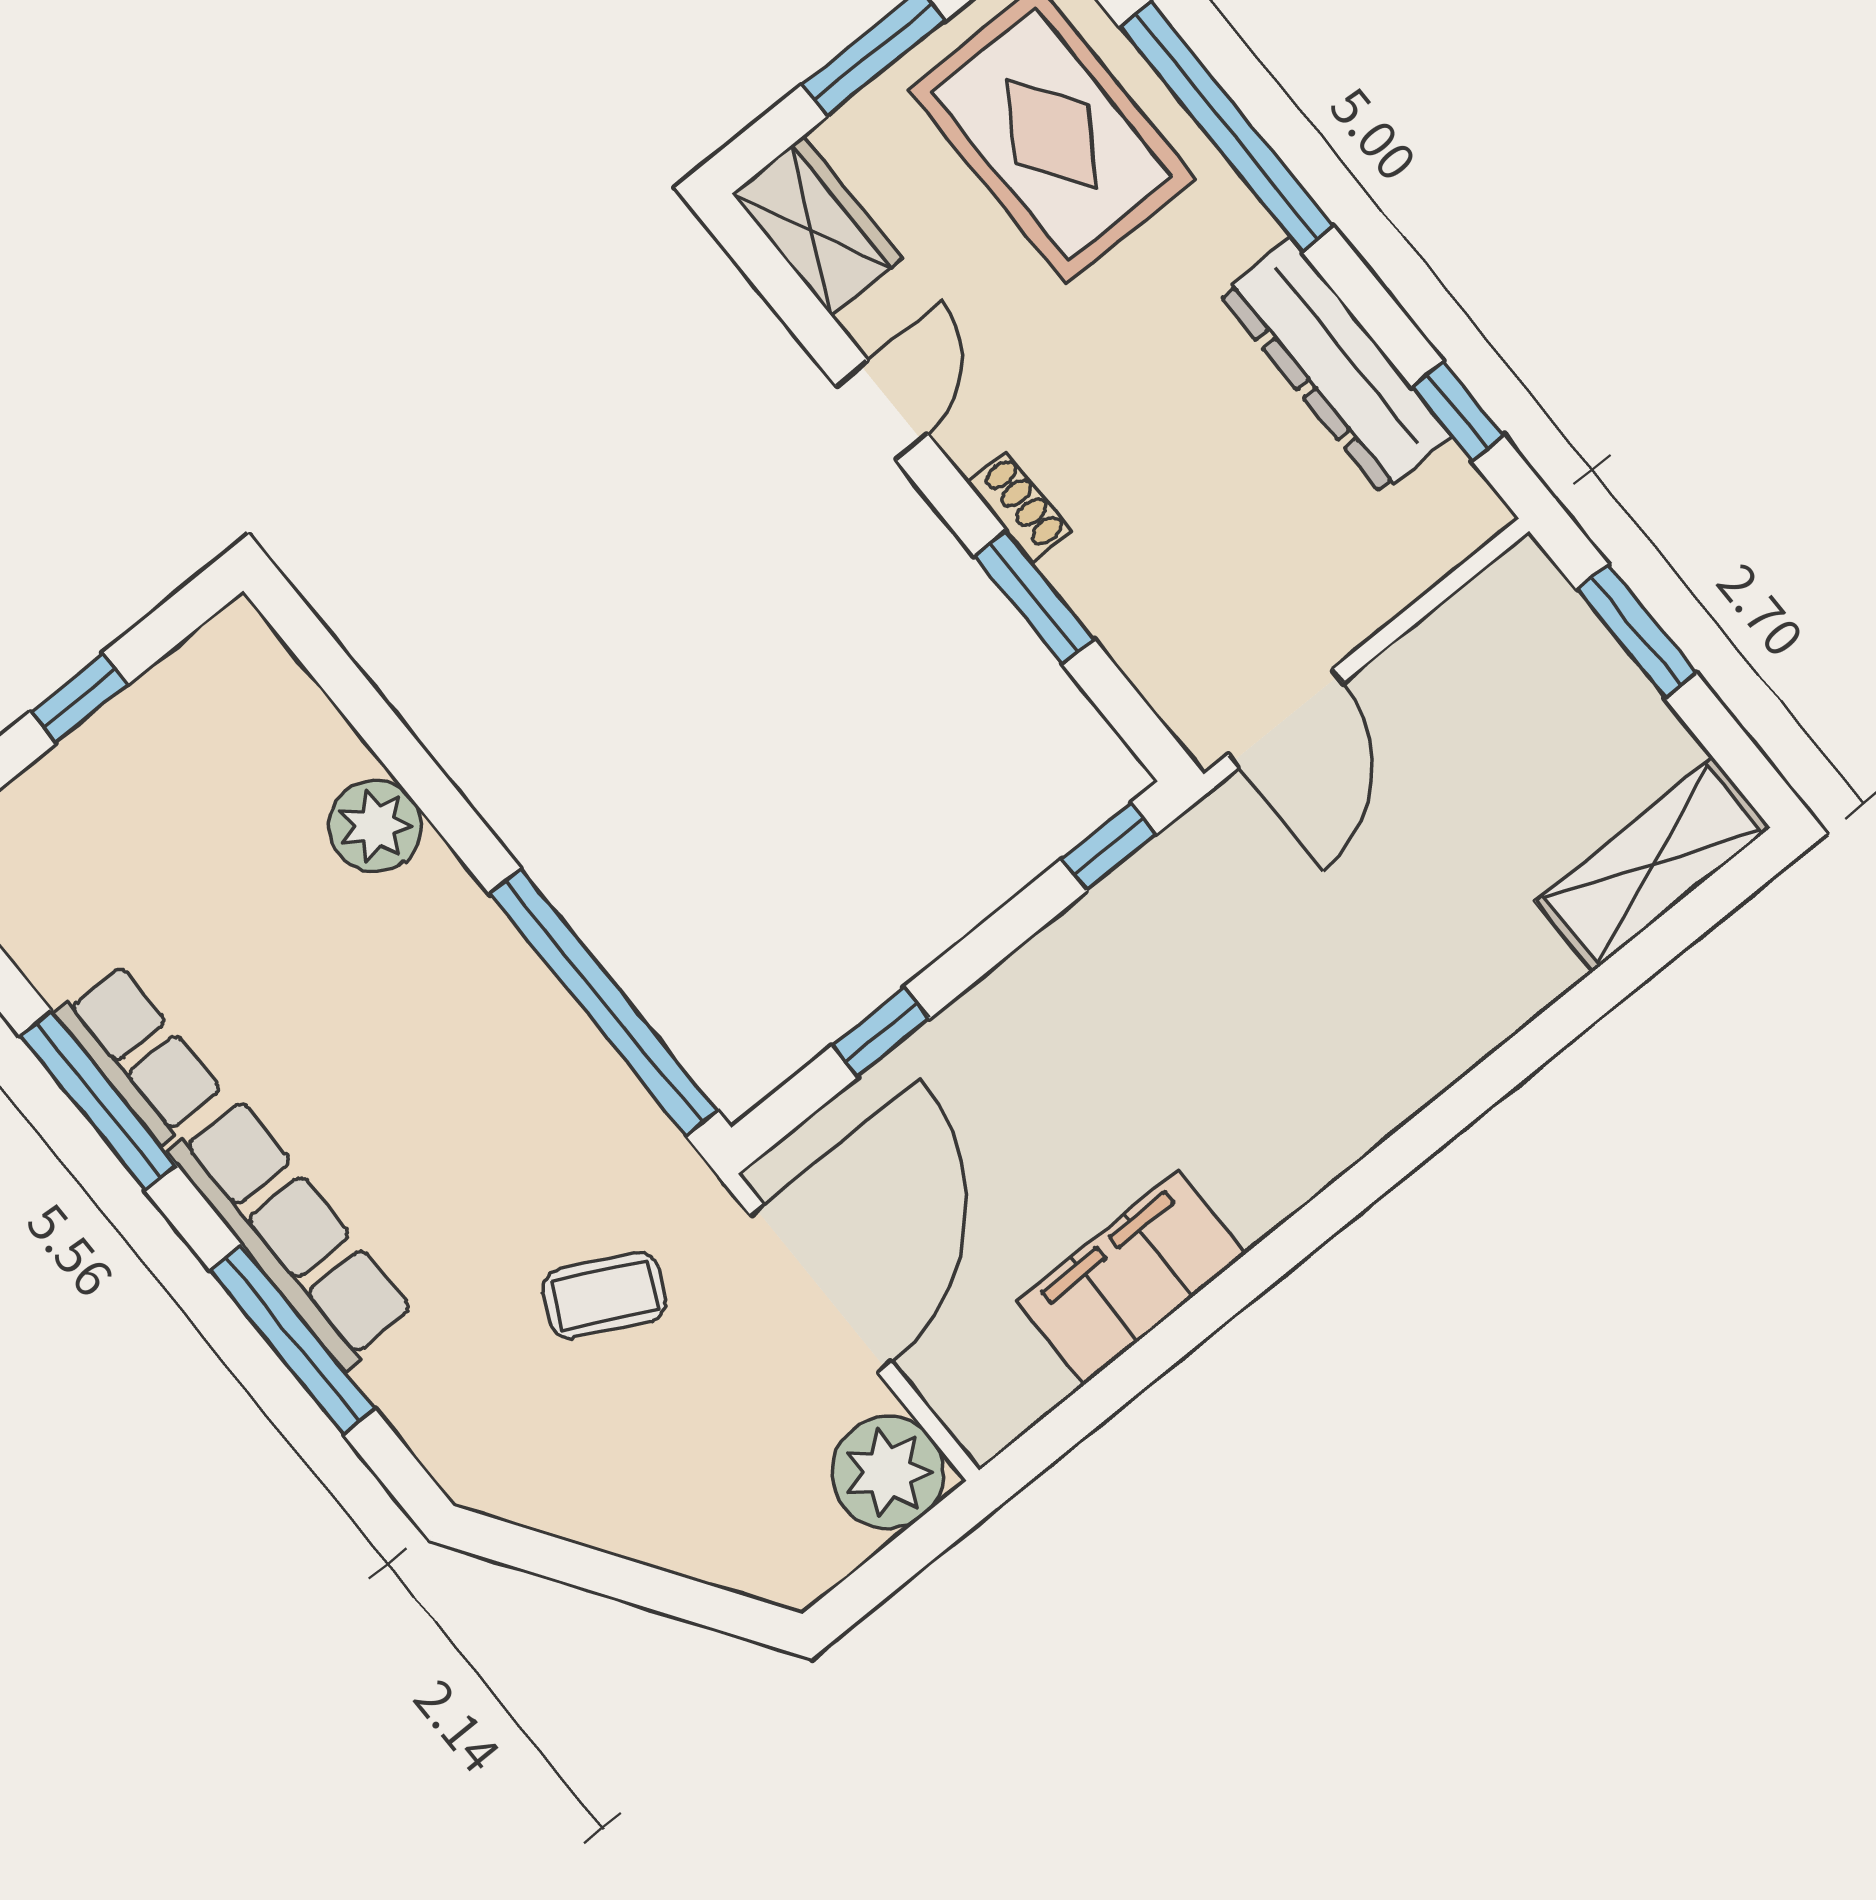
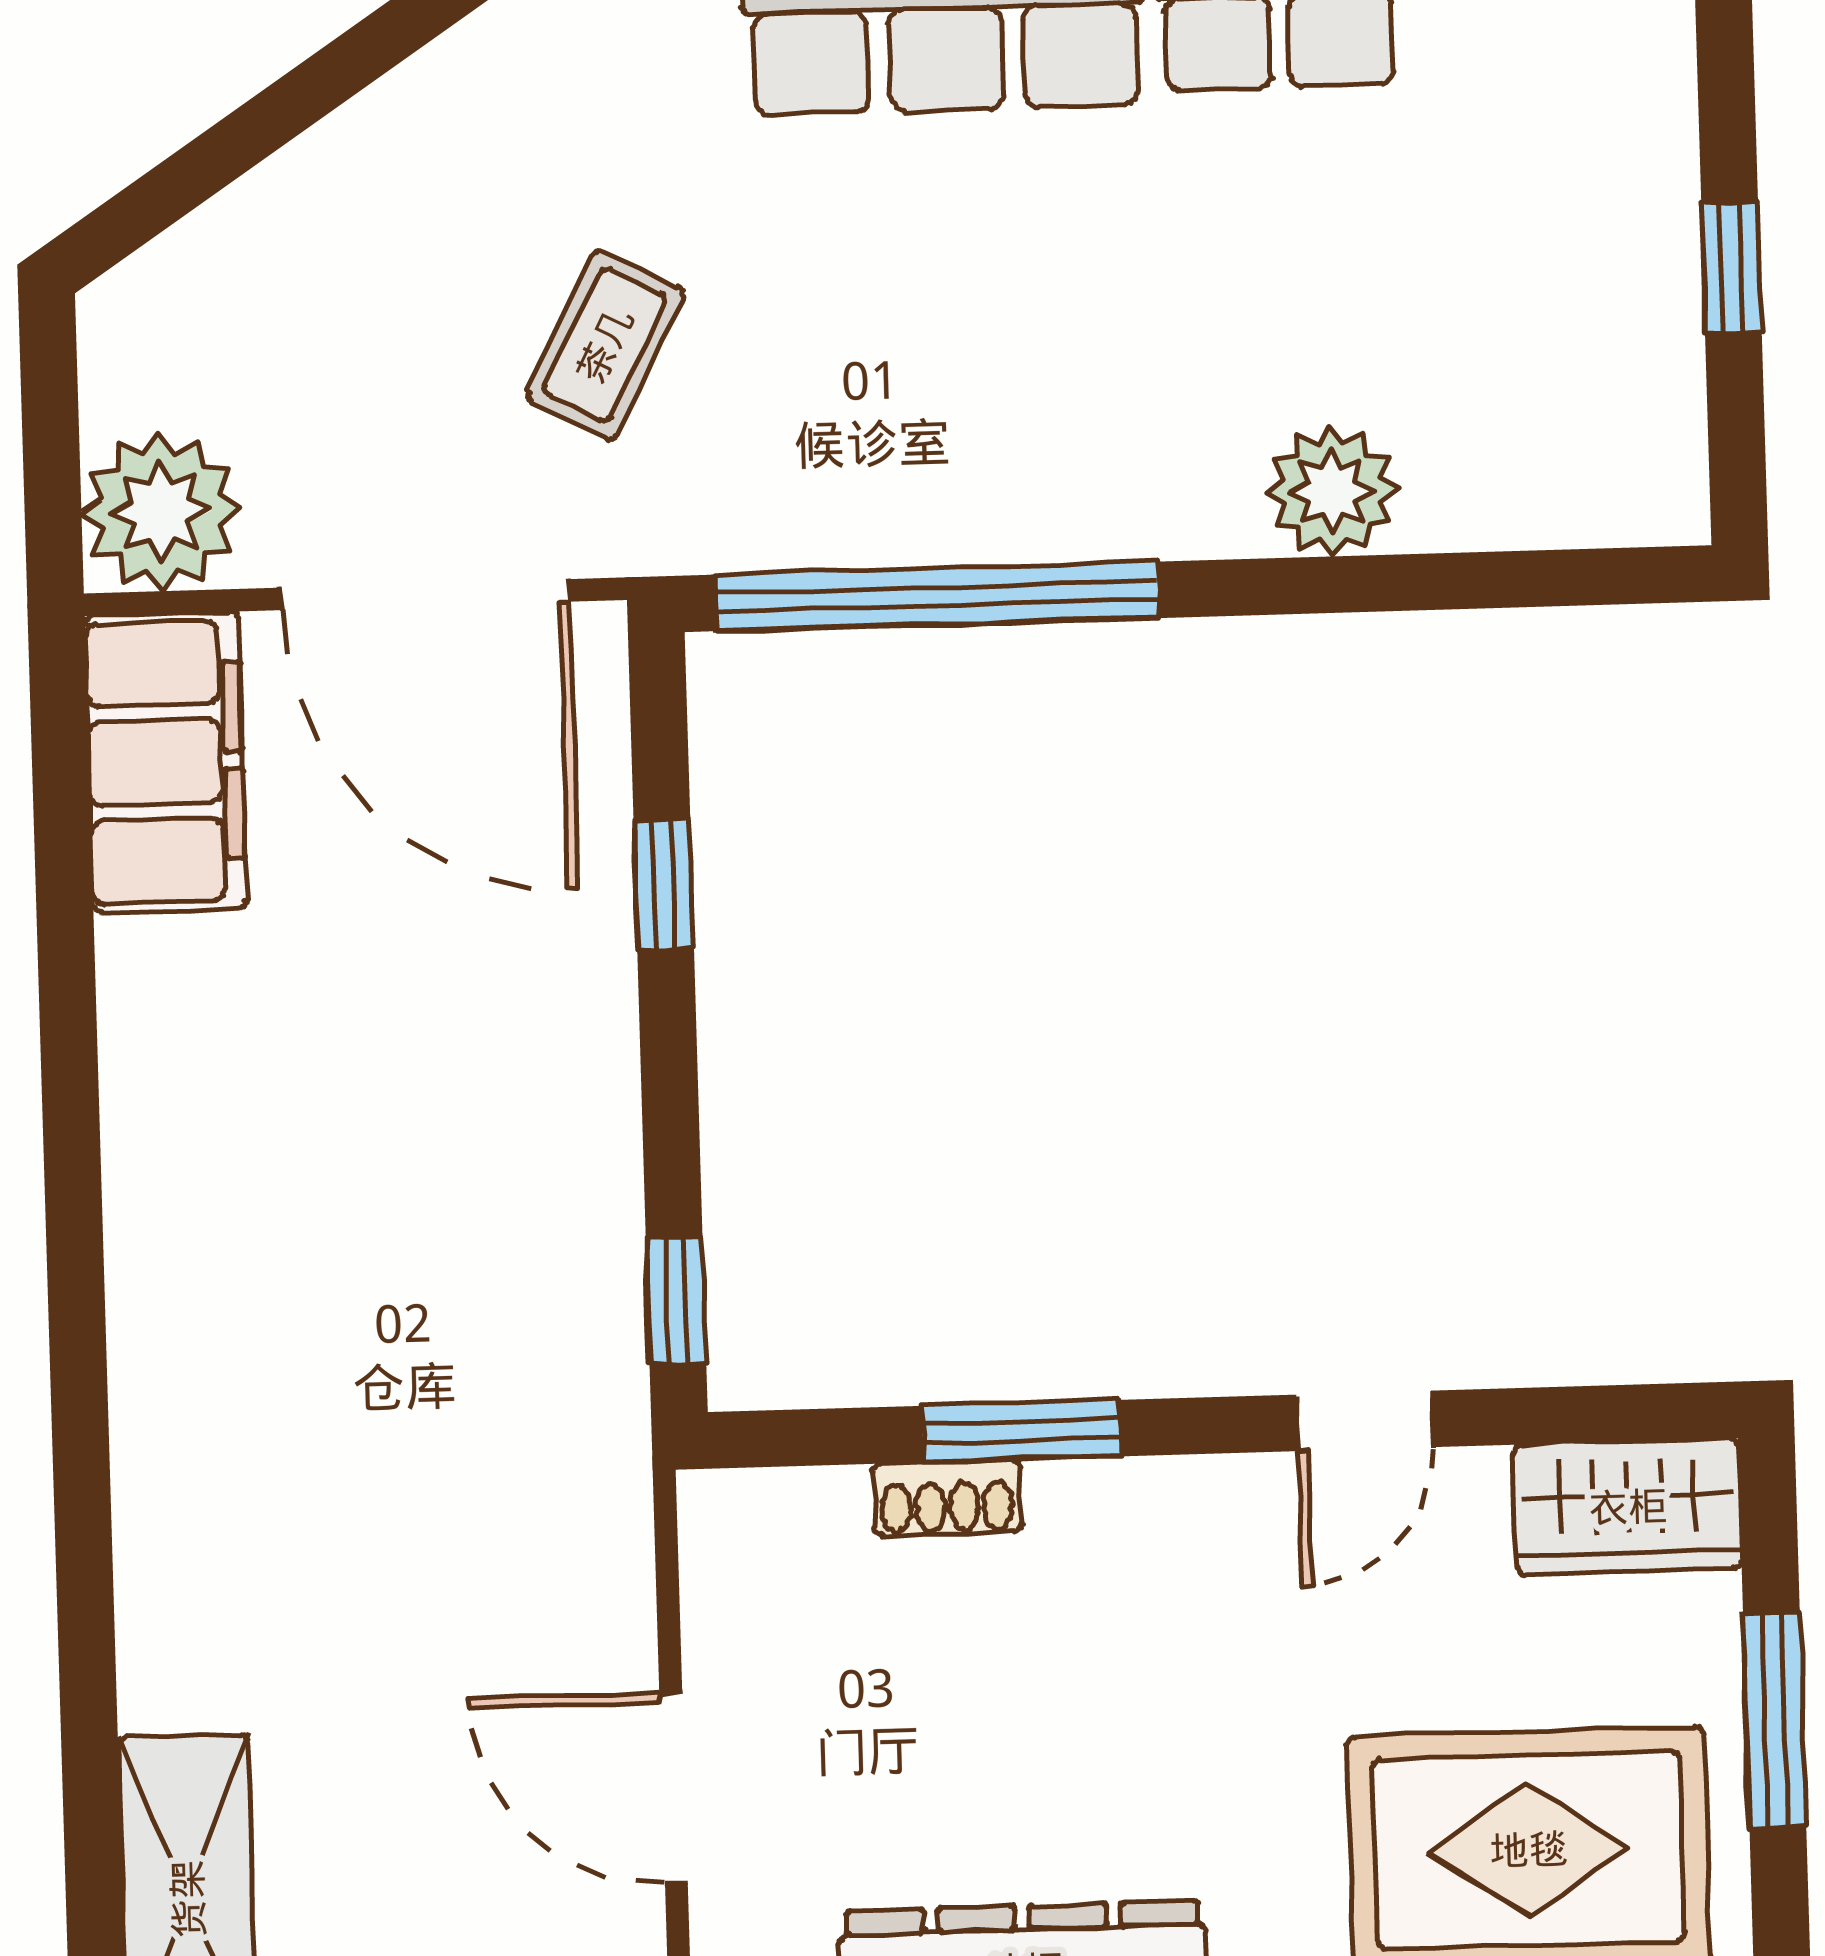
door: (882, 410) -> (1365, 1421), hinge flipped
shoe rack: (1019, 507) -> (947, 1497), moved
door: (1285, 719) -> (674, 1788), moved
filing cabinet: (1131, 1277) -> (166, 762), moved

